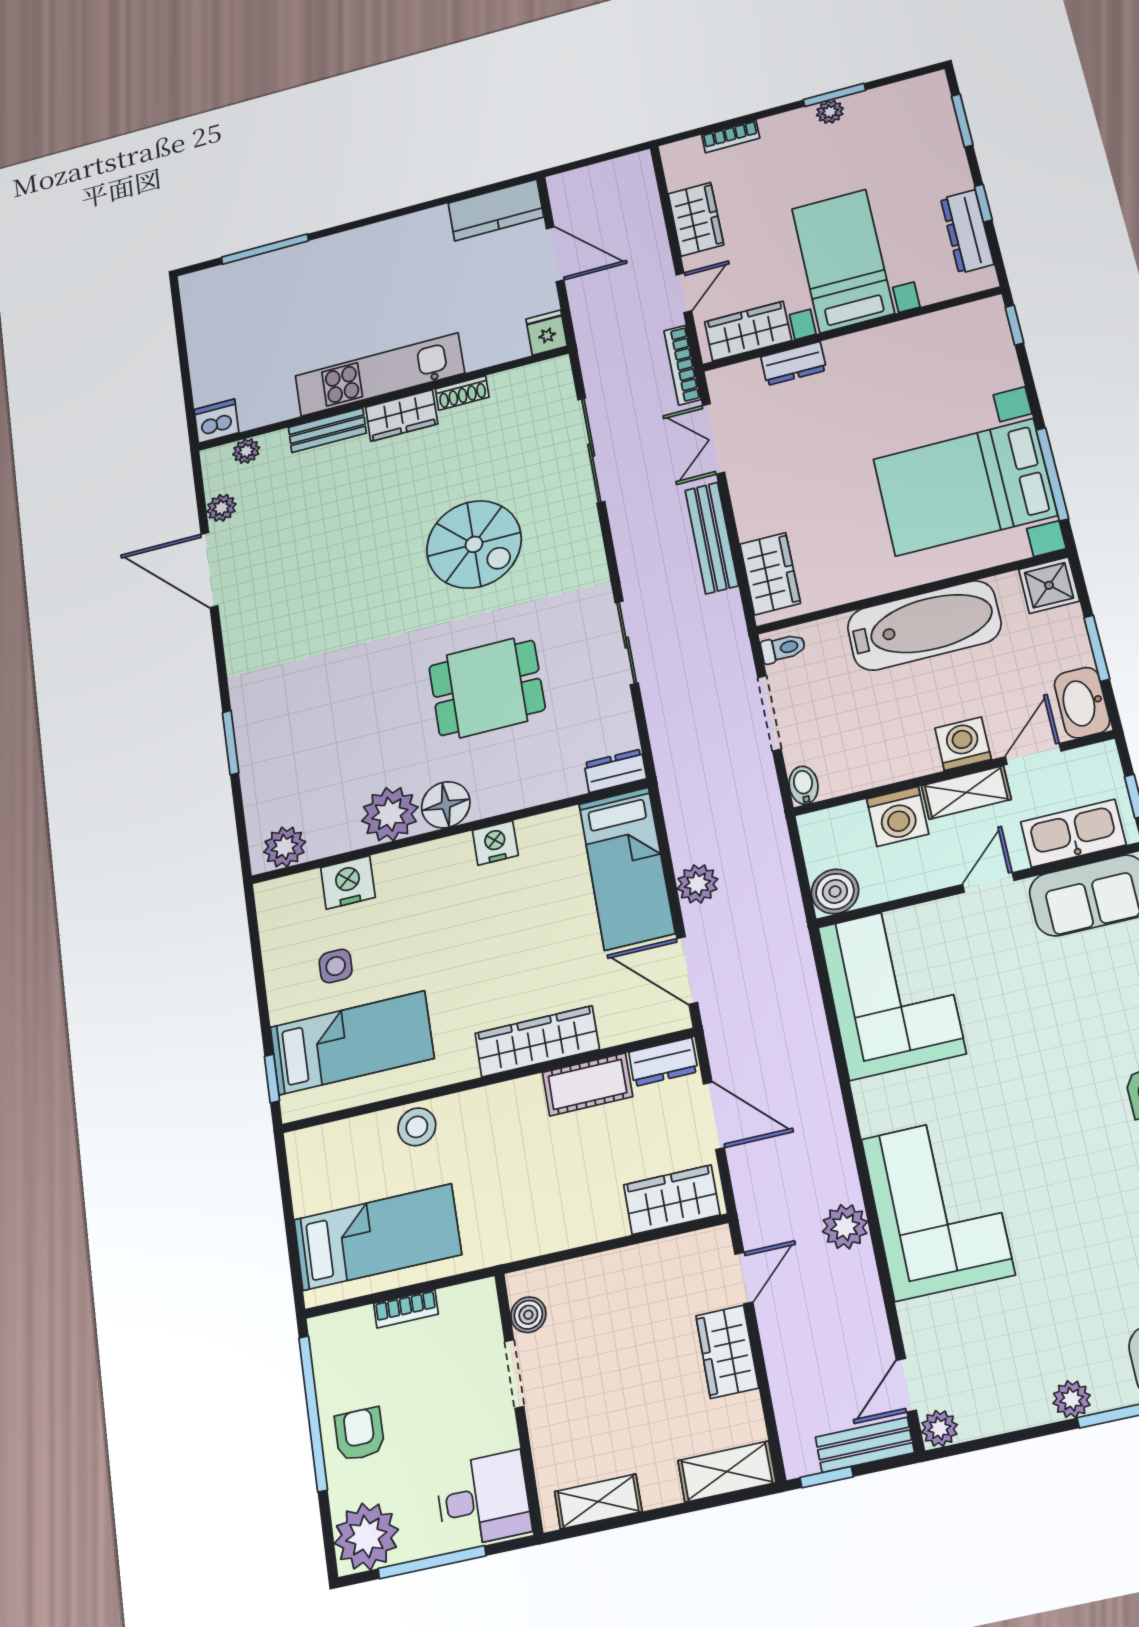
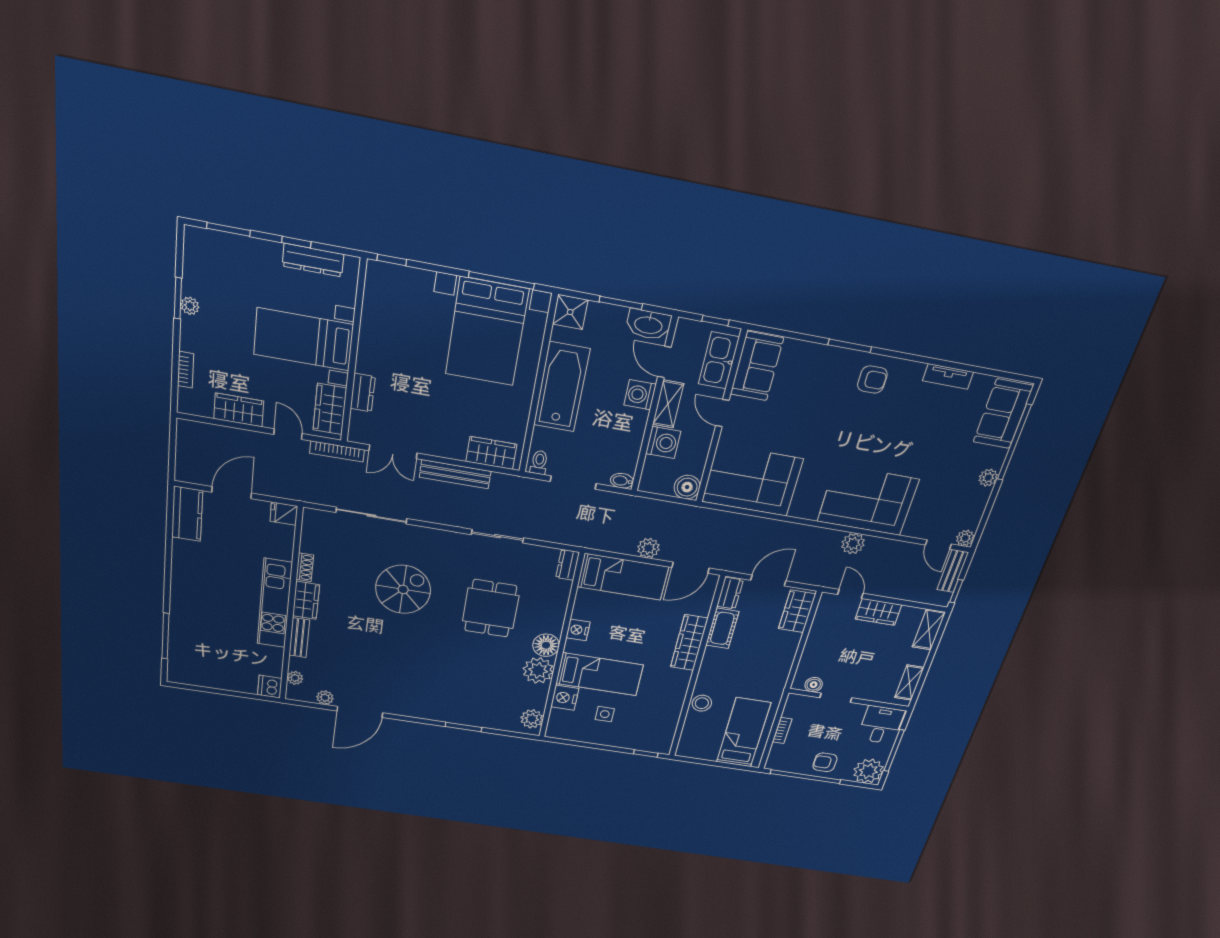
bed: (352, 1043) -> (600, 674), moved, turned 90

